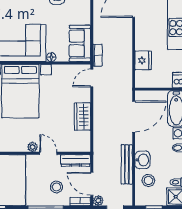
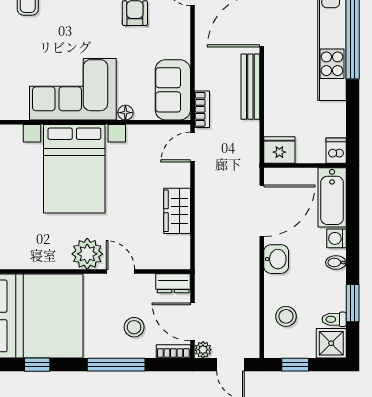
fridge: (143, 60) -> (279, 150), moved, turned -90
plant: (33, 147) -> (87, 254), width x1.87, depth x1.87
dresser: (76, 160) -> (173, 283), width x0.70
washbasin: (142, 160) -> (276, 259), moved
bench: (127, 164) -> (250, 87), moved

